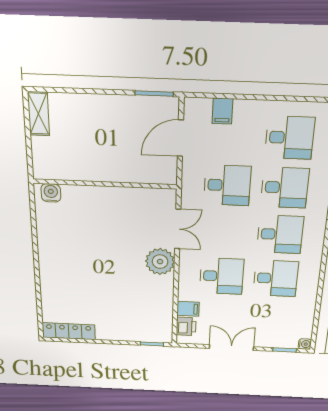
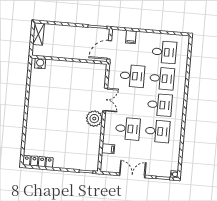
wall: (105, 184) -> (69, 60), moved
water cooler: (51, 193) -> (40, 63), moved
printer: (186, 326) -> (107, 160), removed

